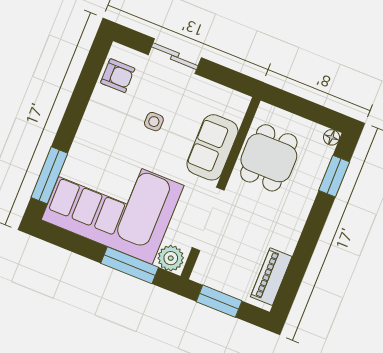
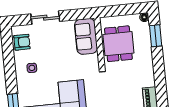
side table: (154, 122) -> (32, 68), moved
sofa: (212, 147) -> (86, 36), moved

